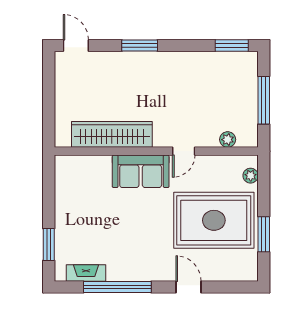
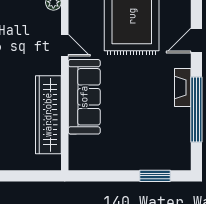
sofa: (141, 171) -> (84, 97), width x1.36
fireplace: (86, 273) -> (183, 88), moved

